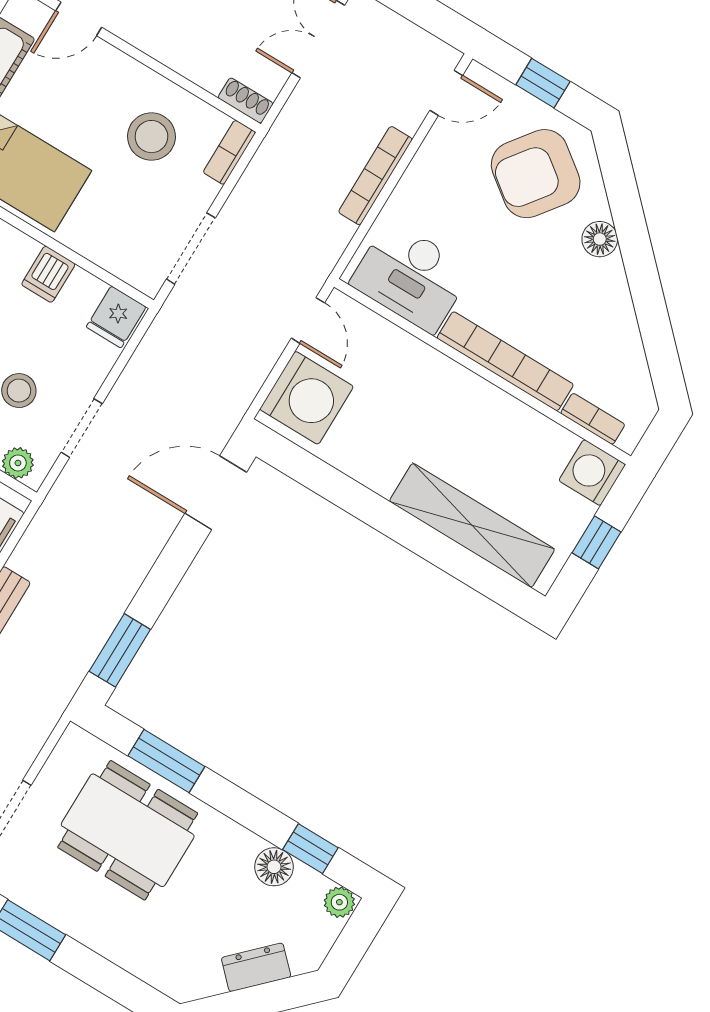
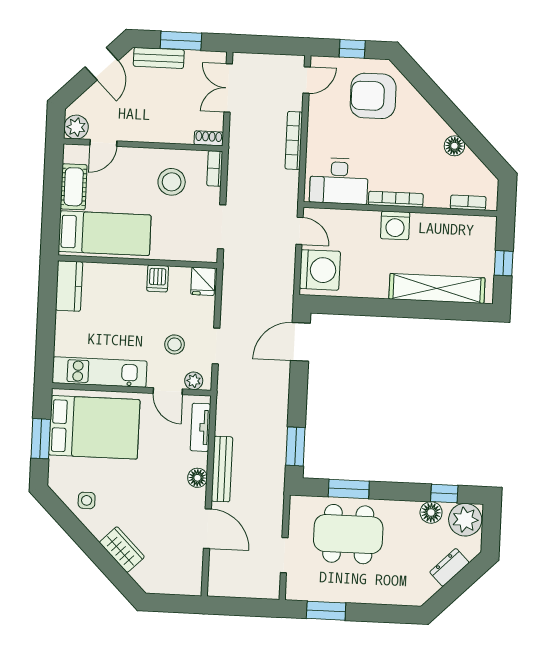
armchair: (536, 174) -> (373, 96), turned 53
floor lamp: (600, 239) -> (454, 146), moved
bookcase: (505, 361) -> (396, 199), width x0.68, depth x0.76
washing machine: (592, 473) -> (395, 225), moved, turned -90
plant: (339, 902) -> (465, 520), width x1.88, depth x1.88

